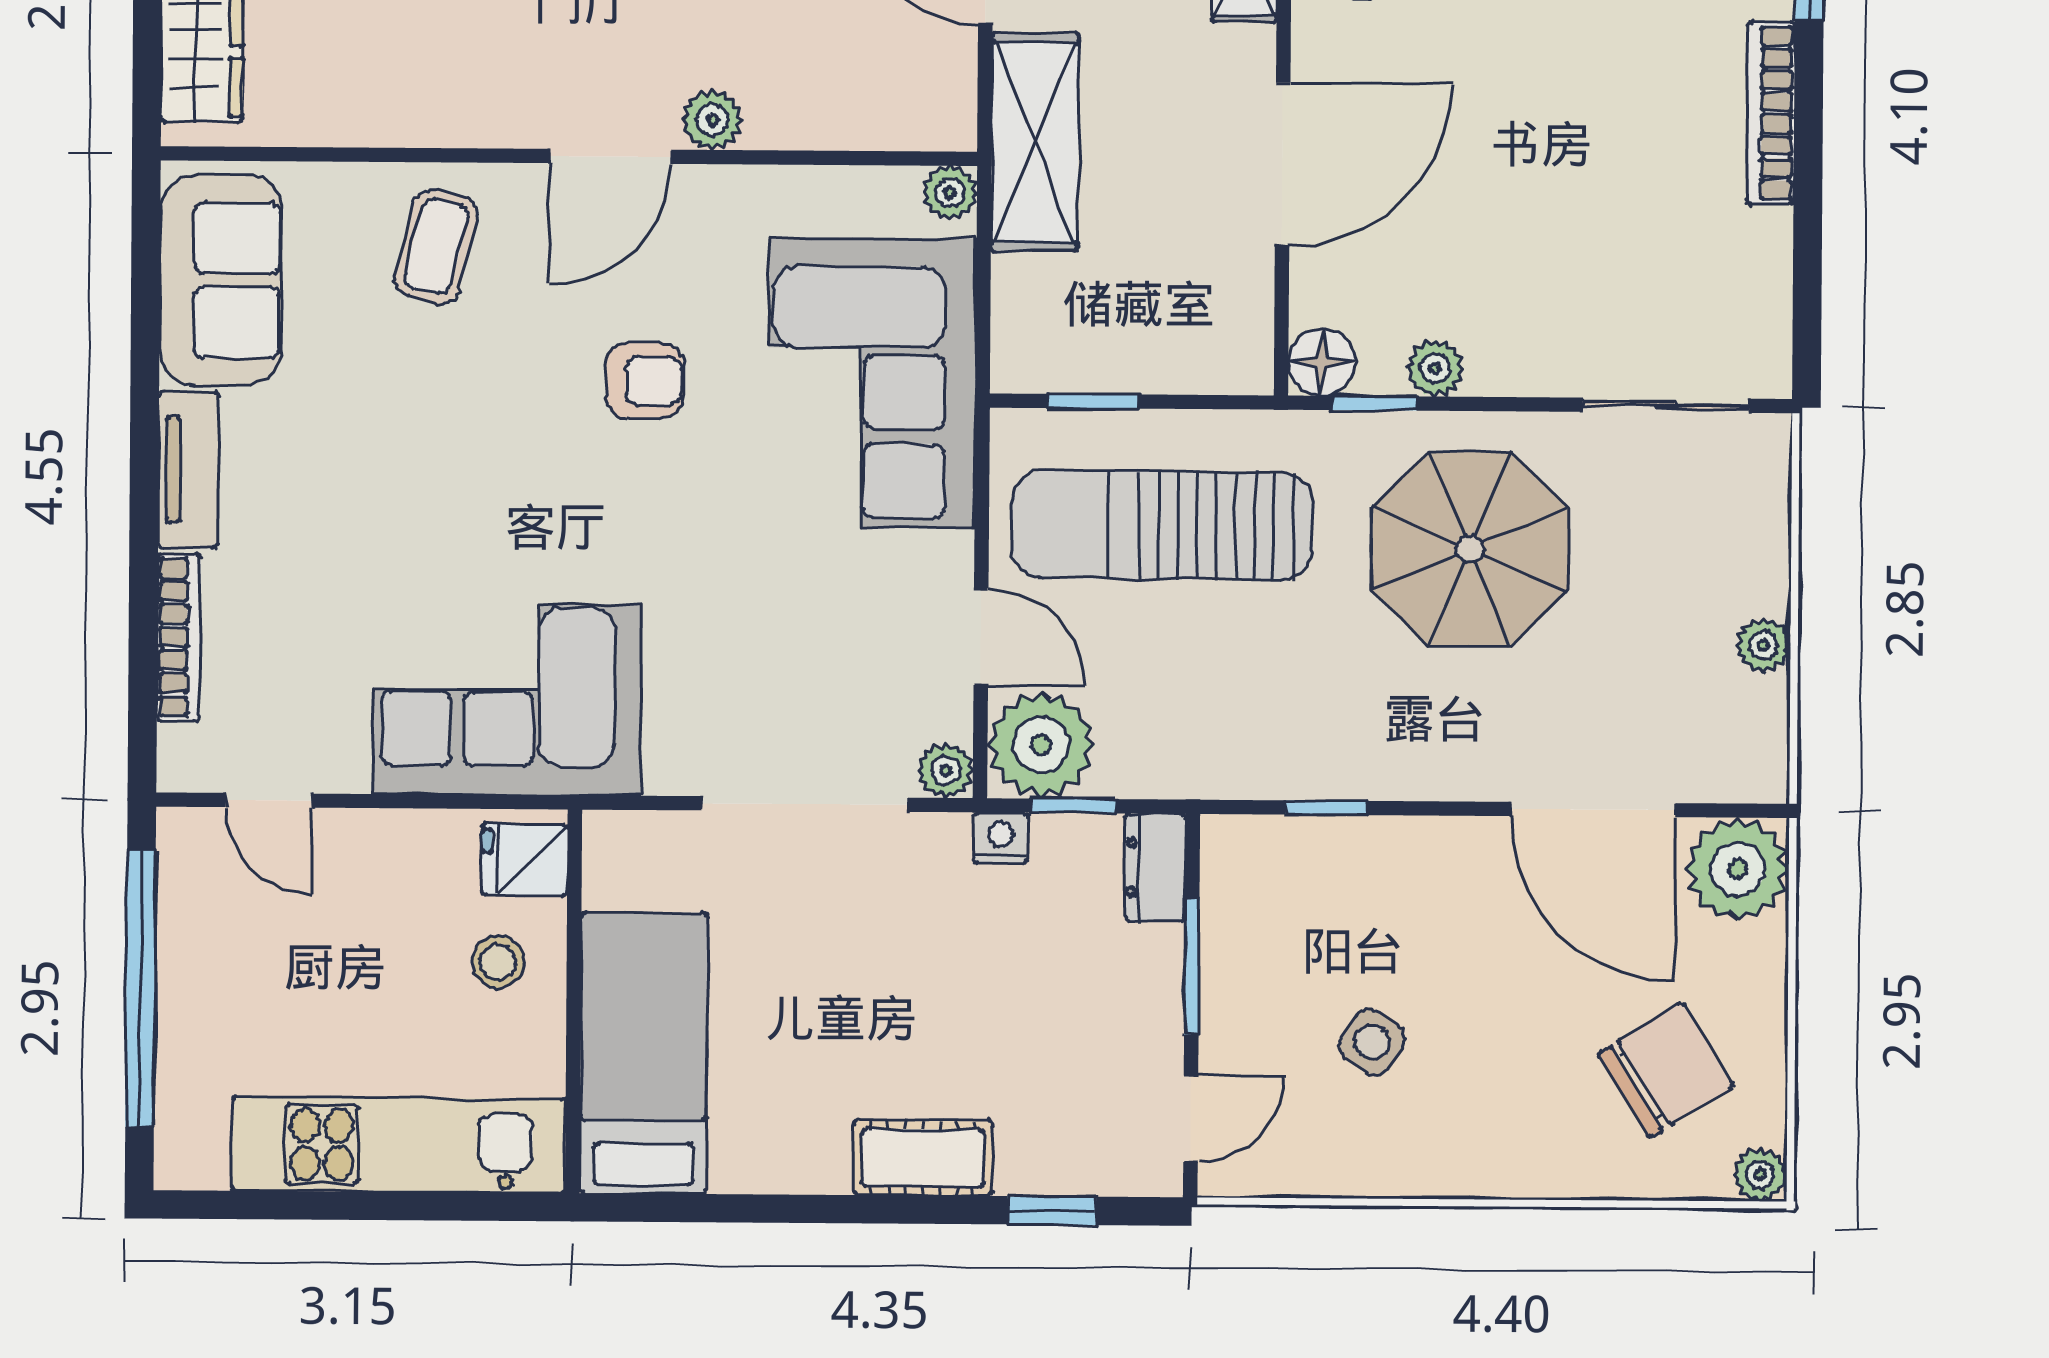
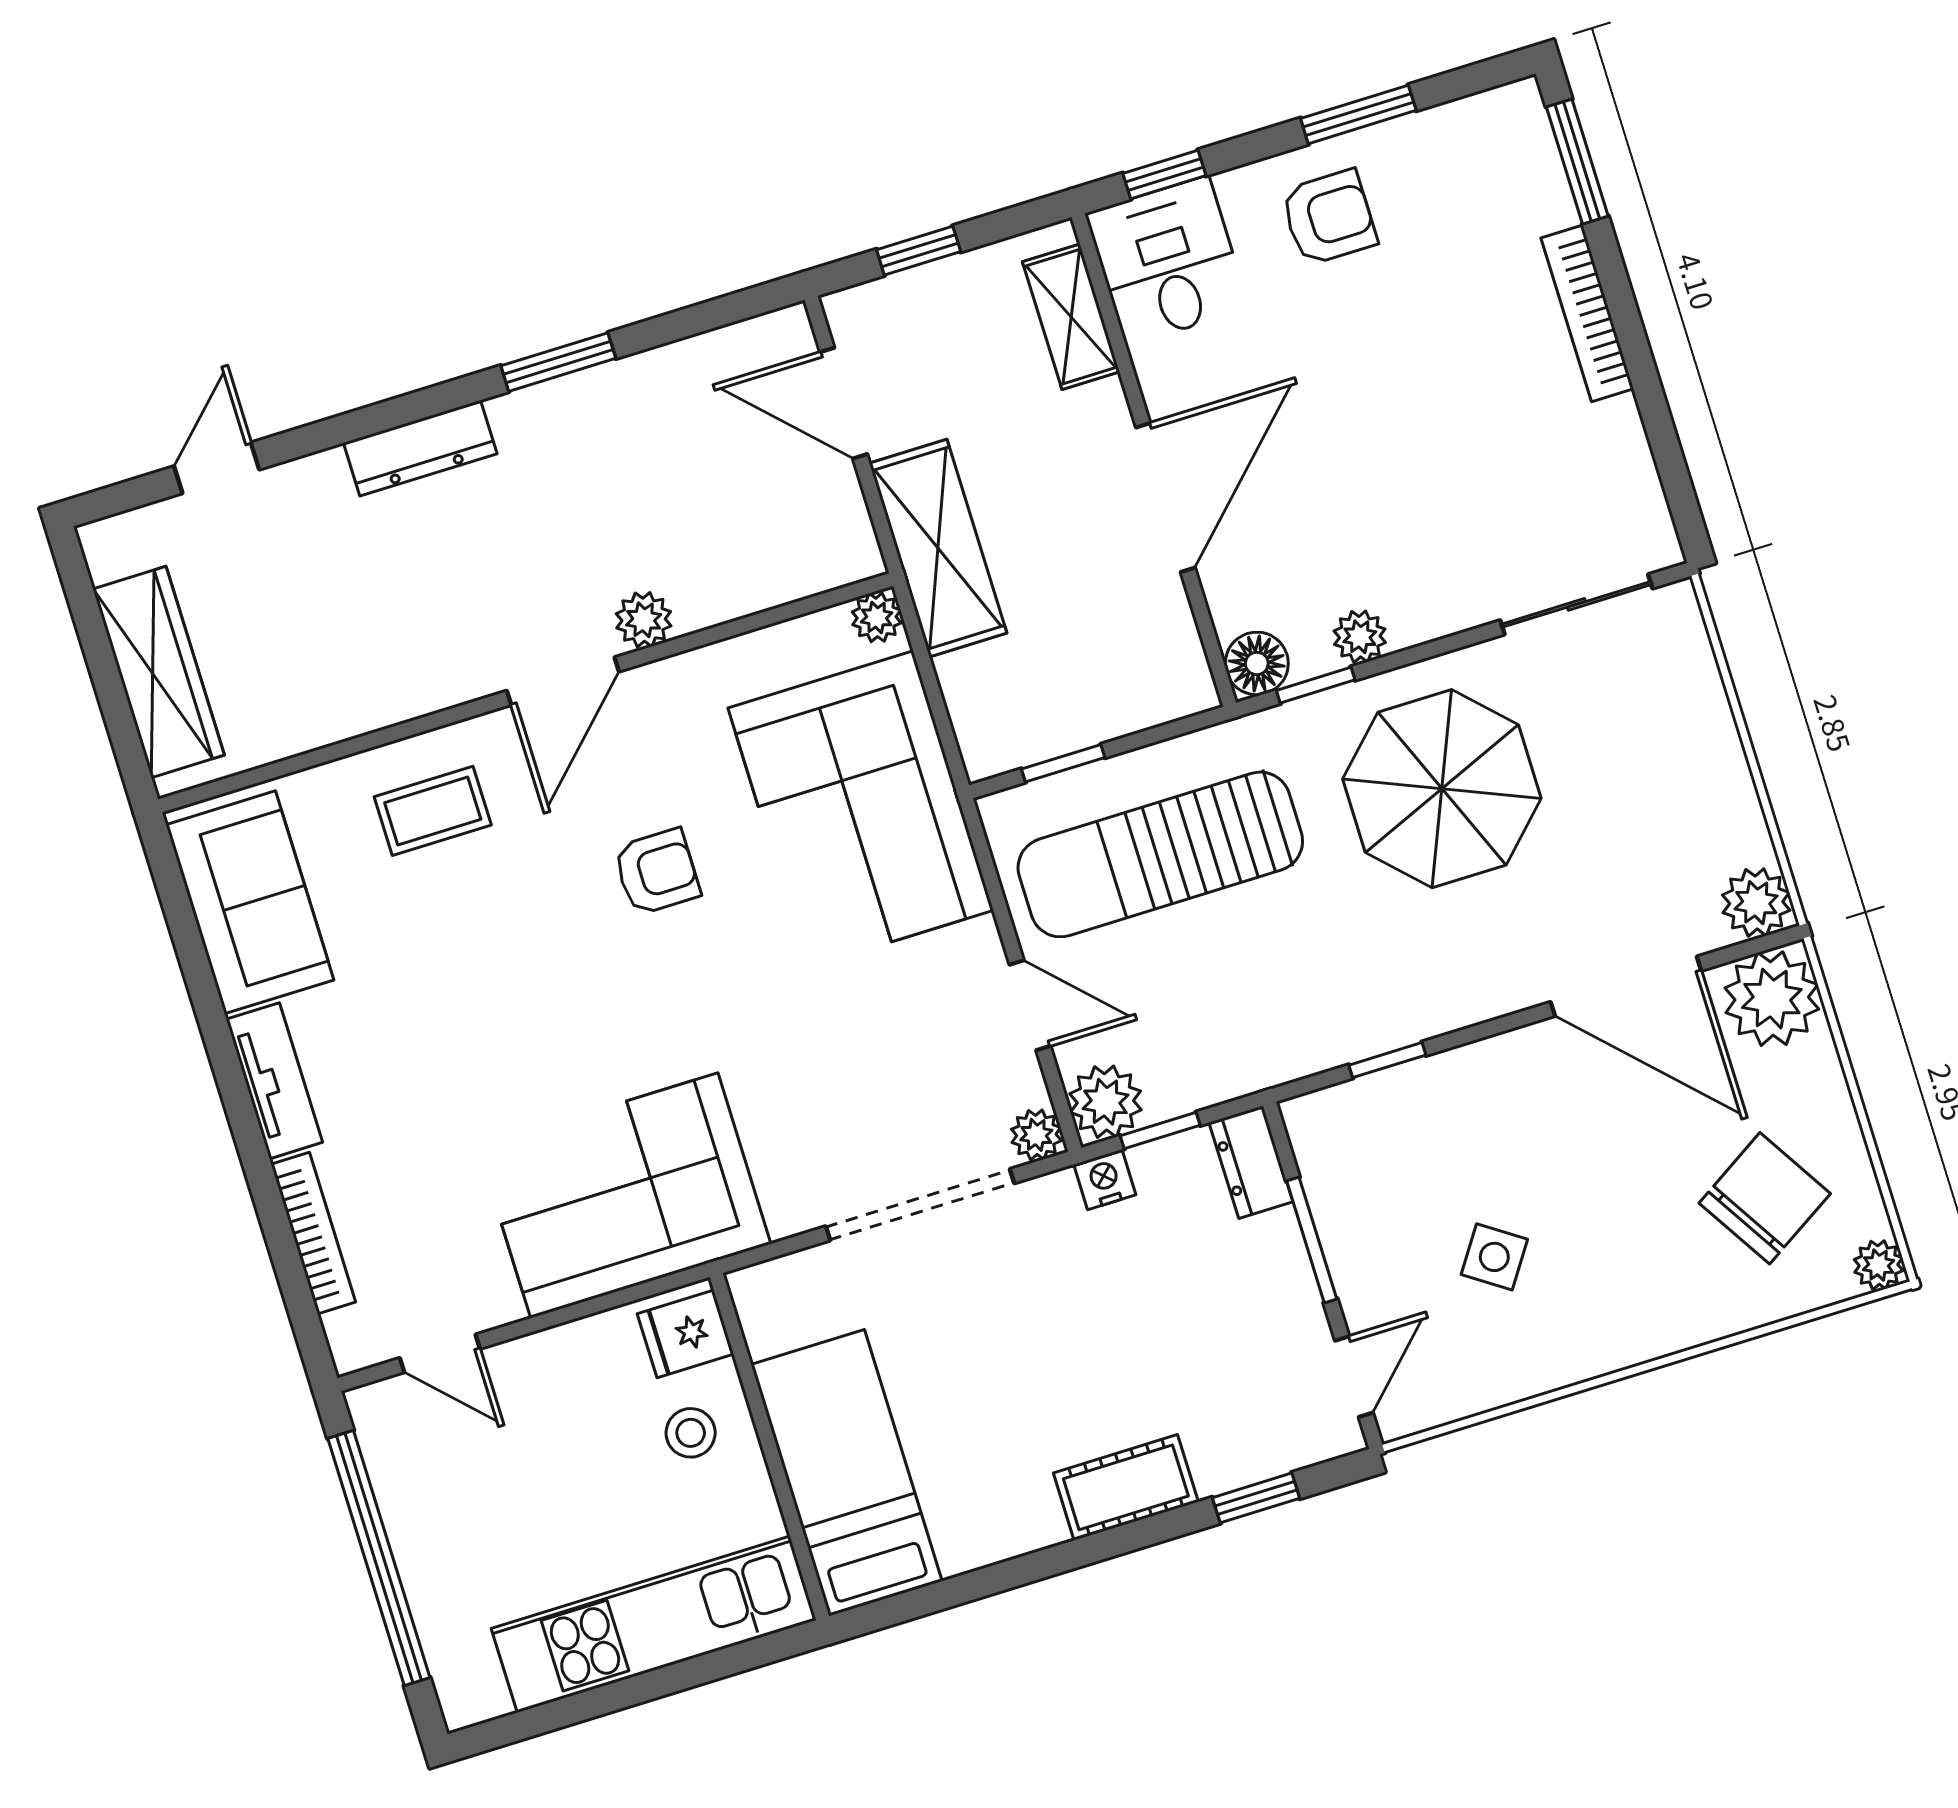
coffee table: (436, 246) -> (433, 811), turned 76
plant: (1764, 645) -> (1756, 903), moved, width x1.38, depth x1.38
plant: (1041, 745) -> (1105, 1102), width x0.73, depth x0.73

